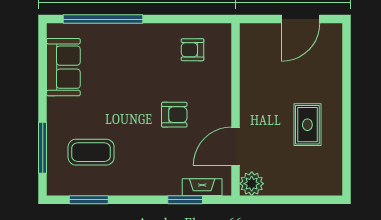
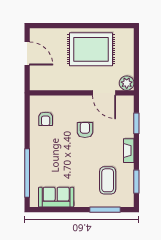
rug: (307, 125) -> (91, 49), width x1.86, depth x2.06
fireplace: (202, 187) -> (129, 151), moved

